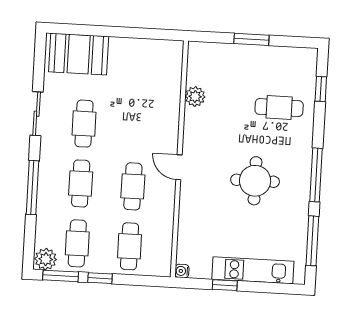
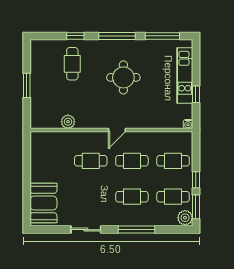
window: (321, 89) -> (75, 36), moved
cafe table: (84, 124) -> (91, 161), moved

